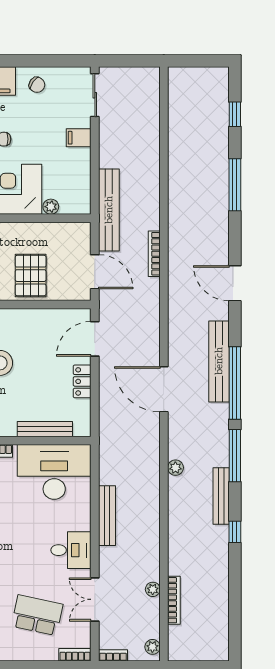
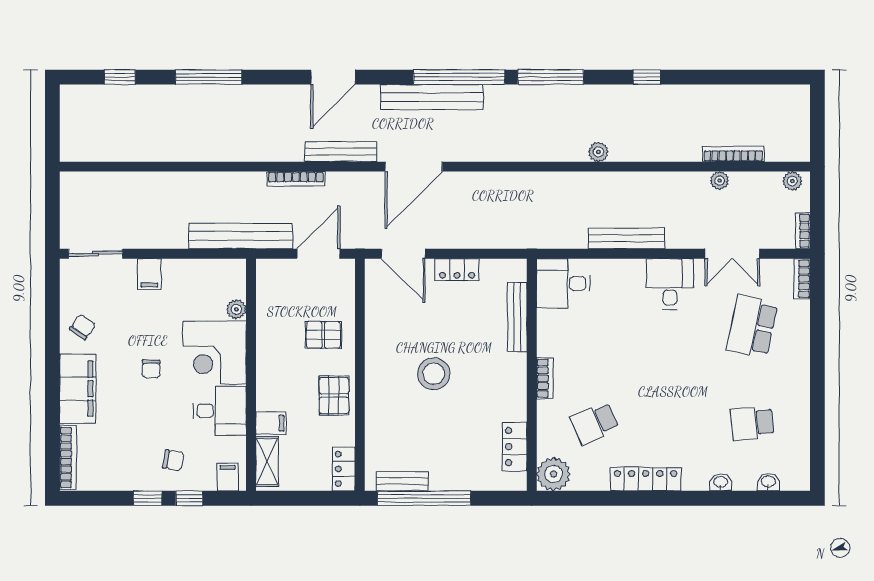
pallet: (31, 276) -> (323, 335), width x0.67, depth x0.71
door: (164, 389) -> (414, 167), moved
plant: (175, 468) -> (598, 152), moved
desk: (54, 472) -> (563, 283), width x0.53, depth x0.77
bench: (221, 496) -> (341, 152), moved

